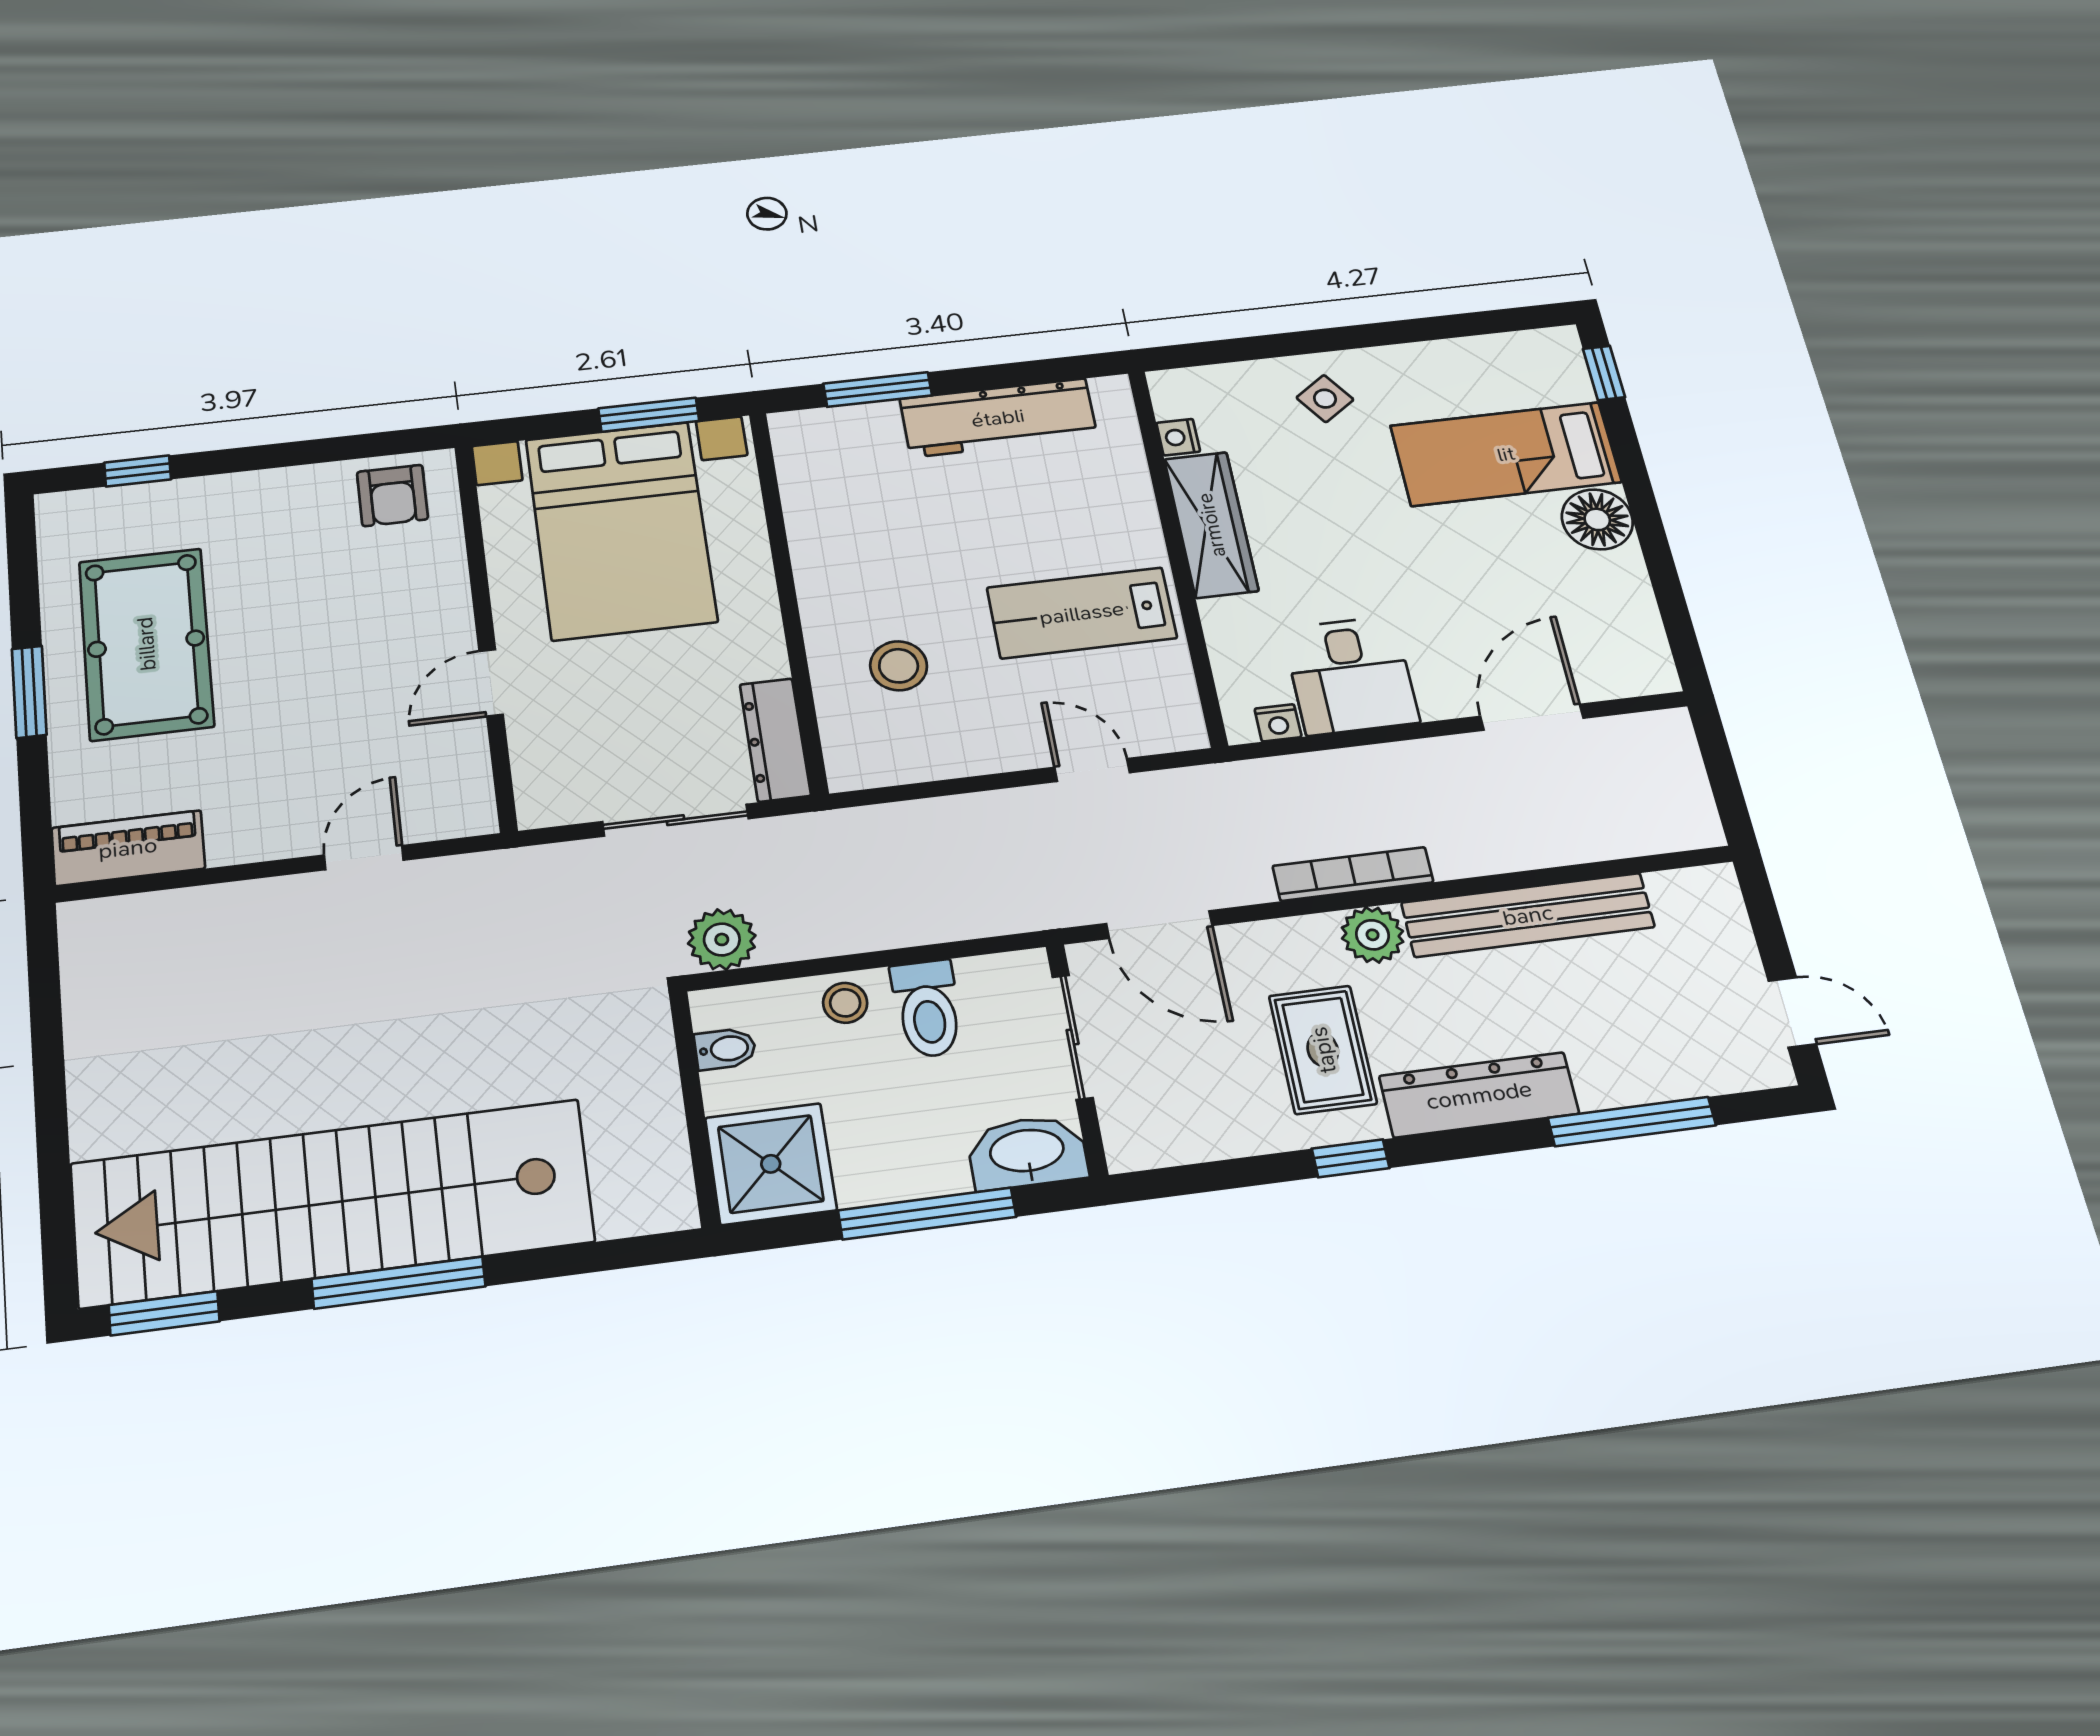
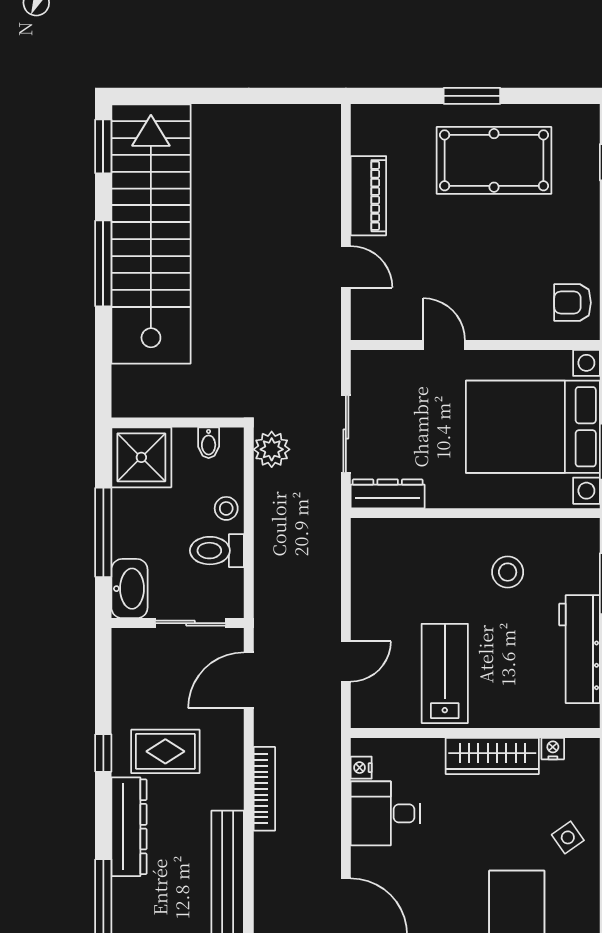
stool: (899, 666) -> (508, 572), moved
piano: (128, 848) -> (368, 196), moved
plant: (1373, 935) -> (227, 791), removed

